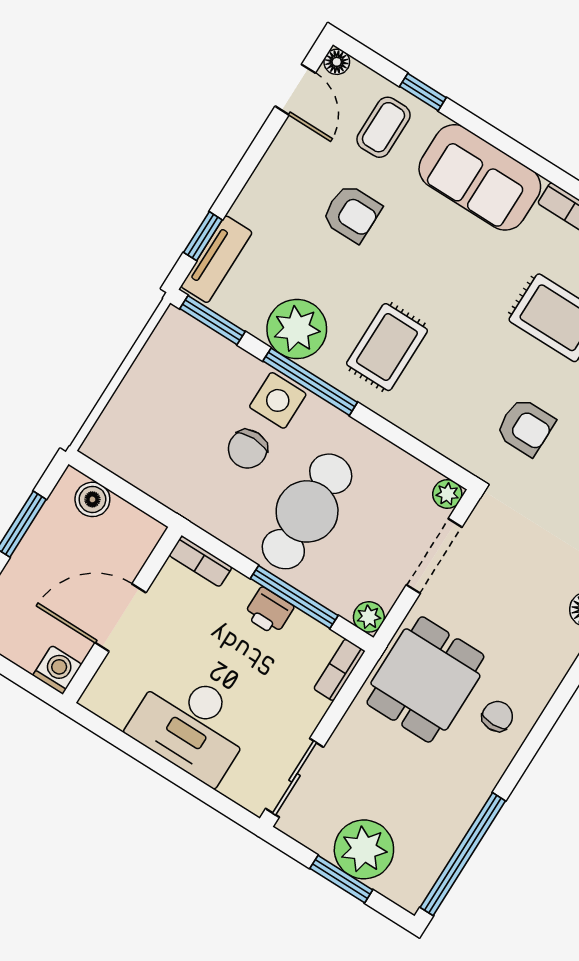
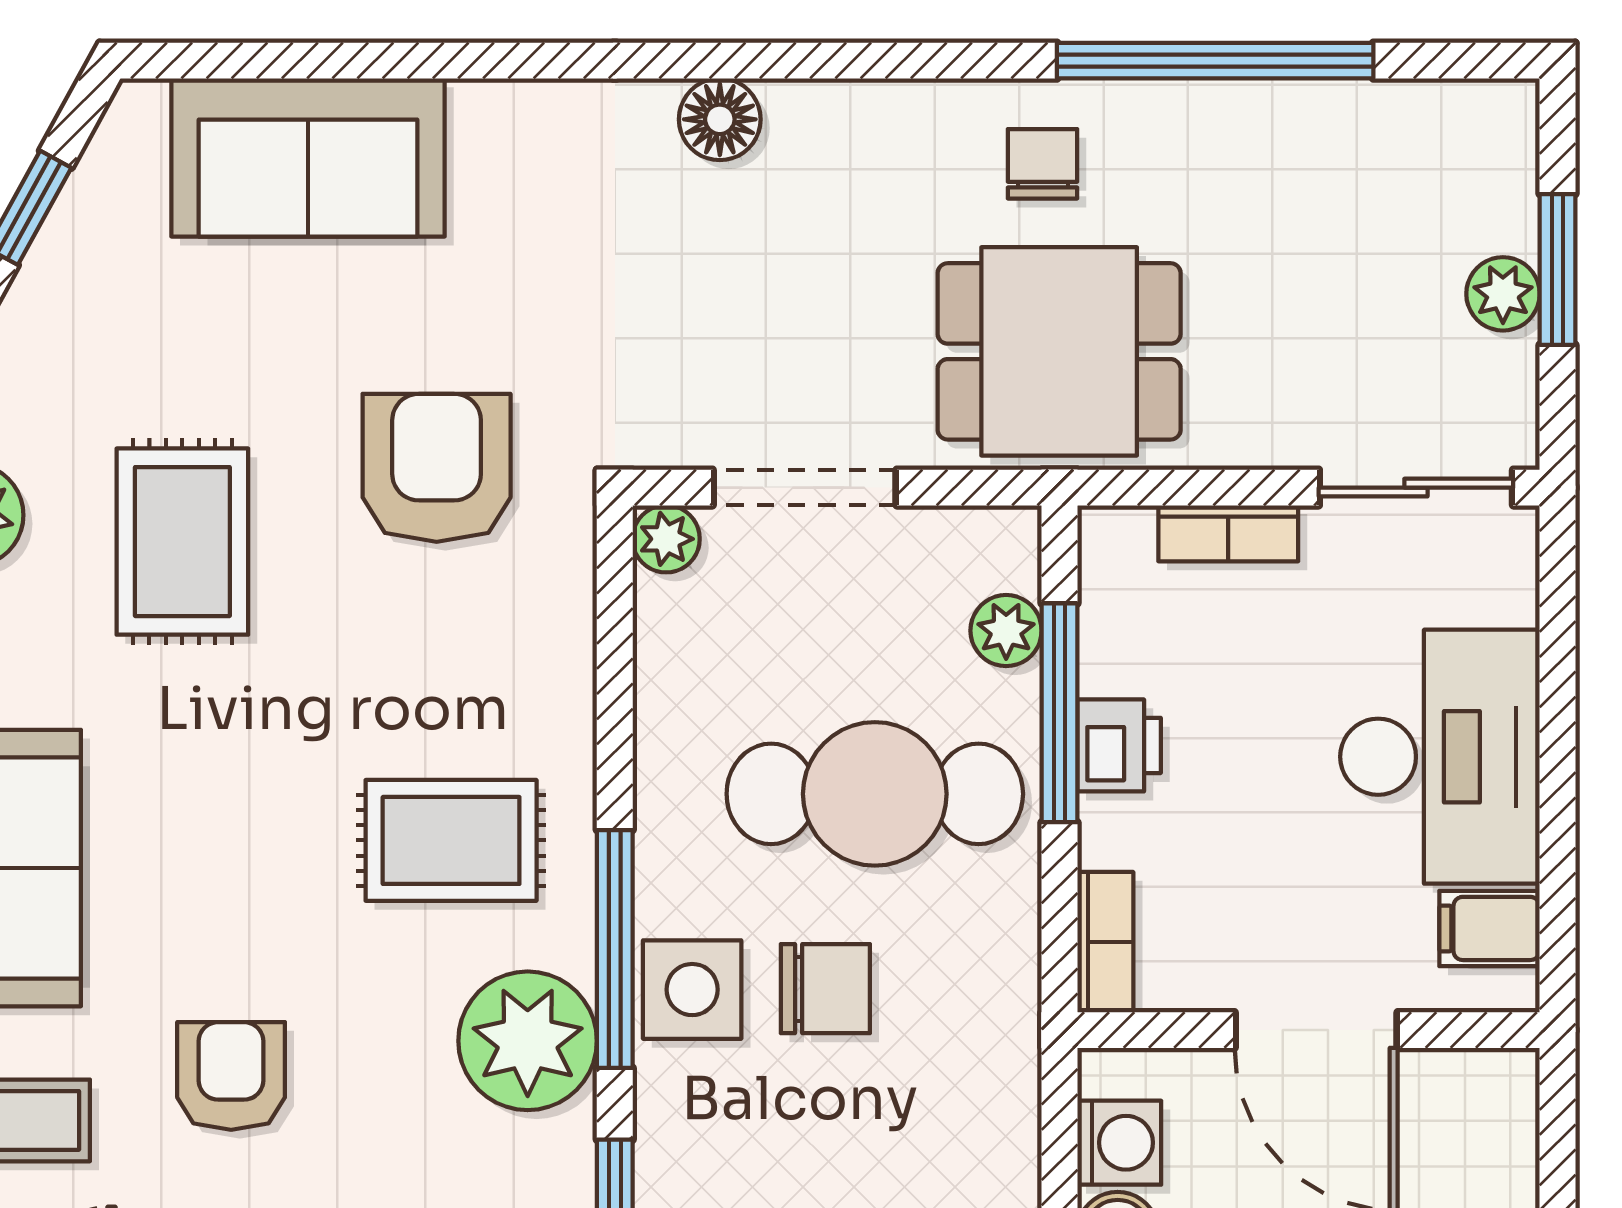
armchair: (526, 427) -> (437, 468), width x1.38, depth x1.38
plant: (369, 617) -> (1006, 631), moved
washing machine: (57, 670) -> (1119, 1143), moved, turned 180
bookcase: (339, 670) -> (1228, 533), moved
filing cabinet: (118, 704) -> (1490, 928), added
chair: (497, 716) -> (1043, 164), turned 90
plant: (364, 849) -> (1503, 294), width x0.53, depth x0.53
window: (463, 854) -> (1215, 61), moved

